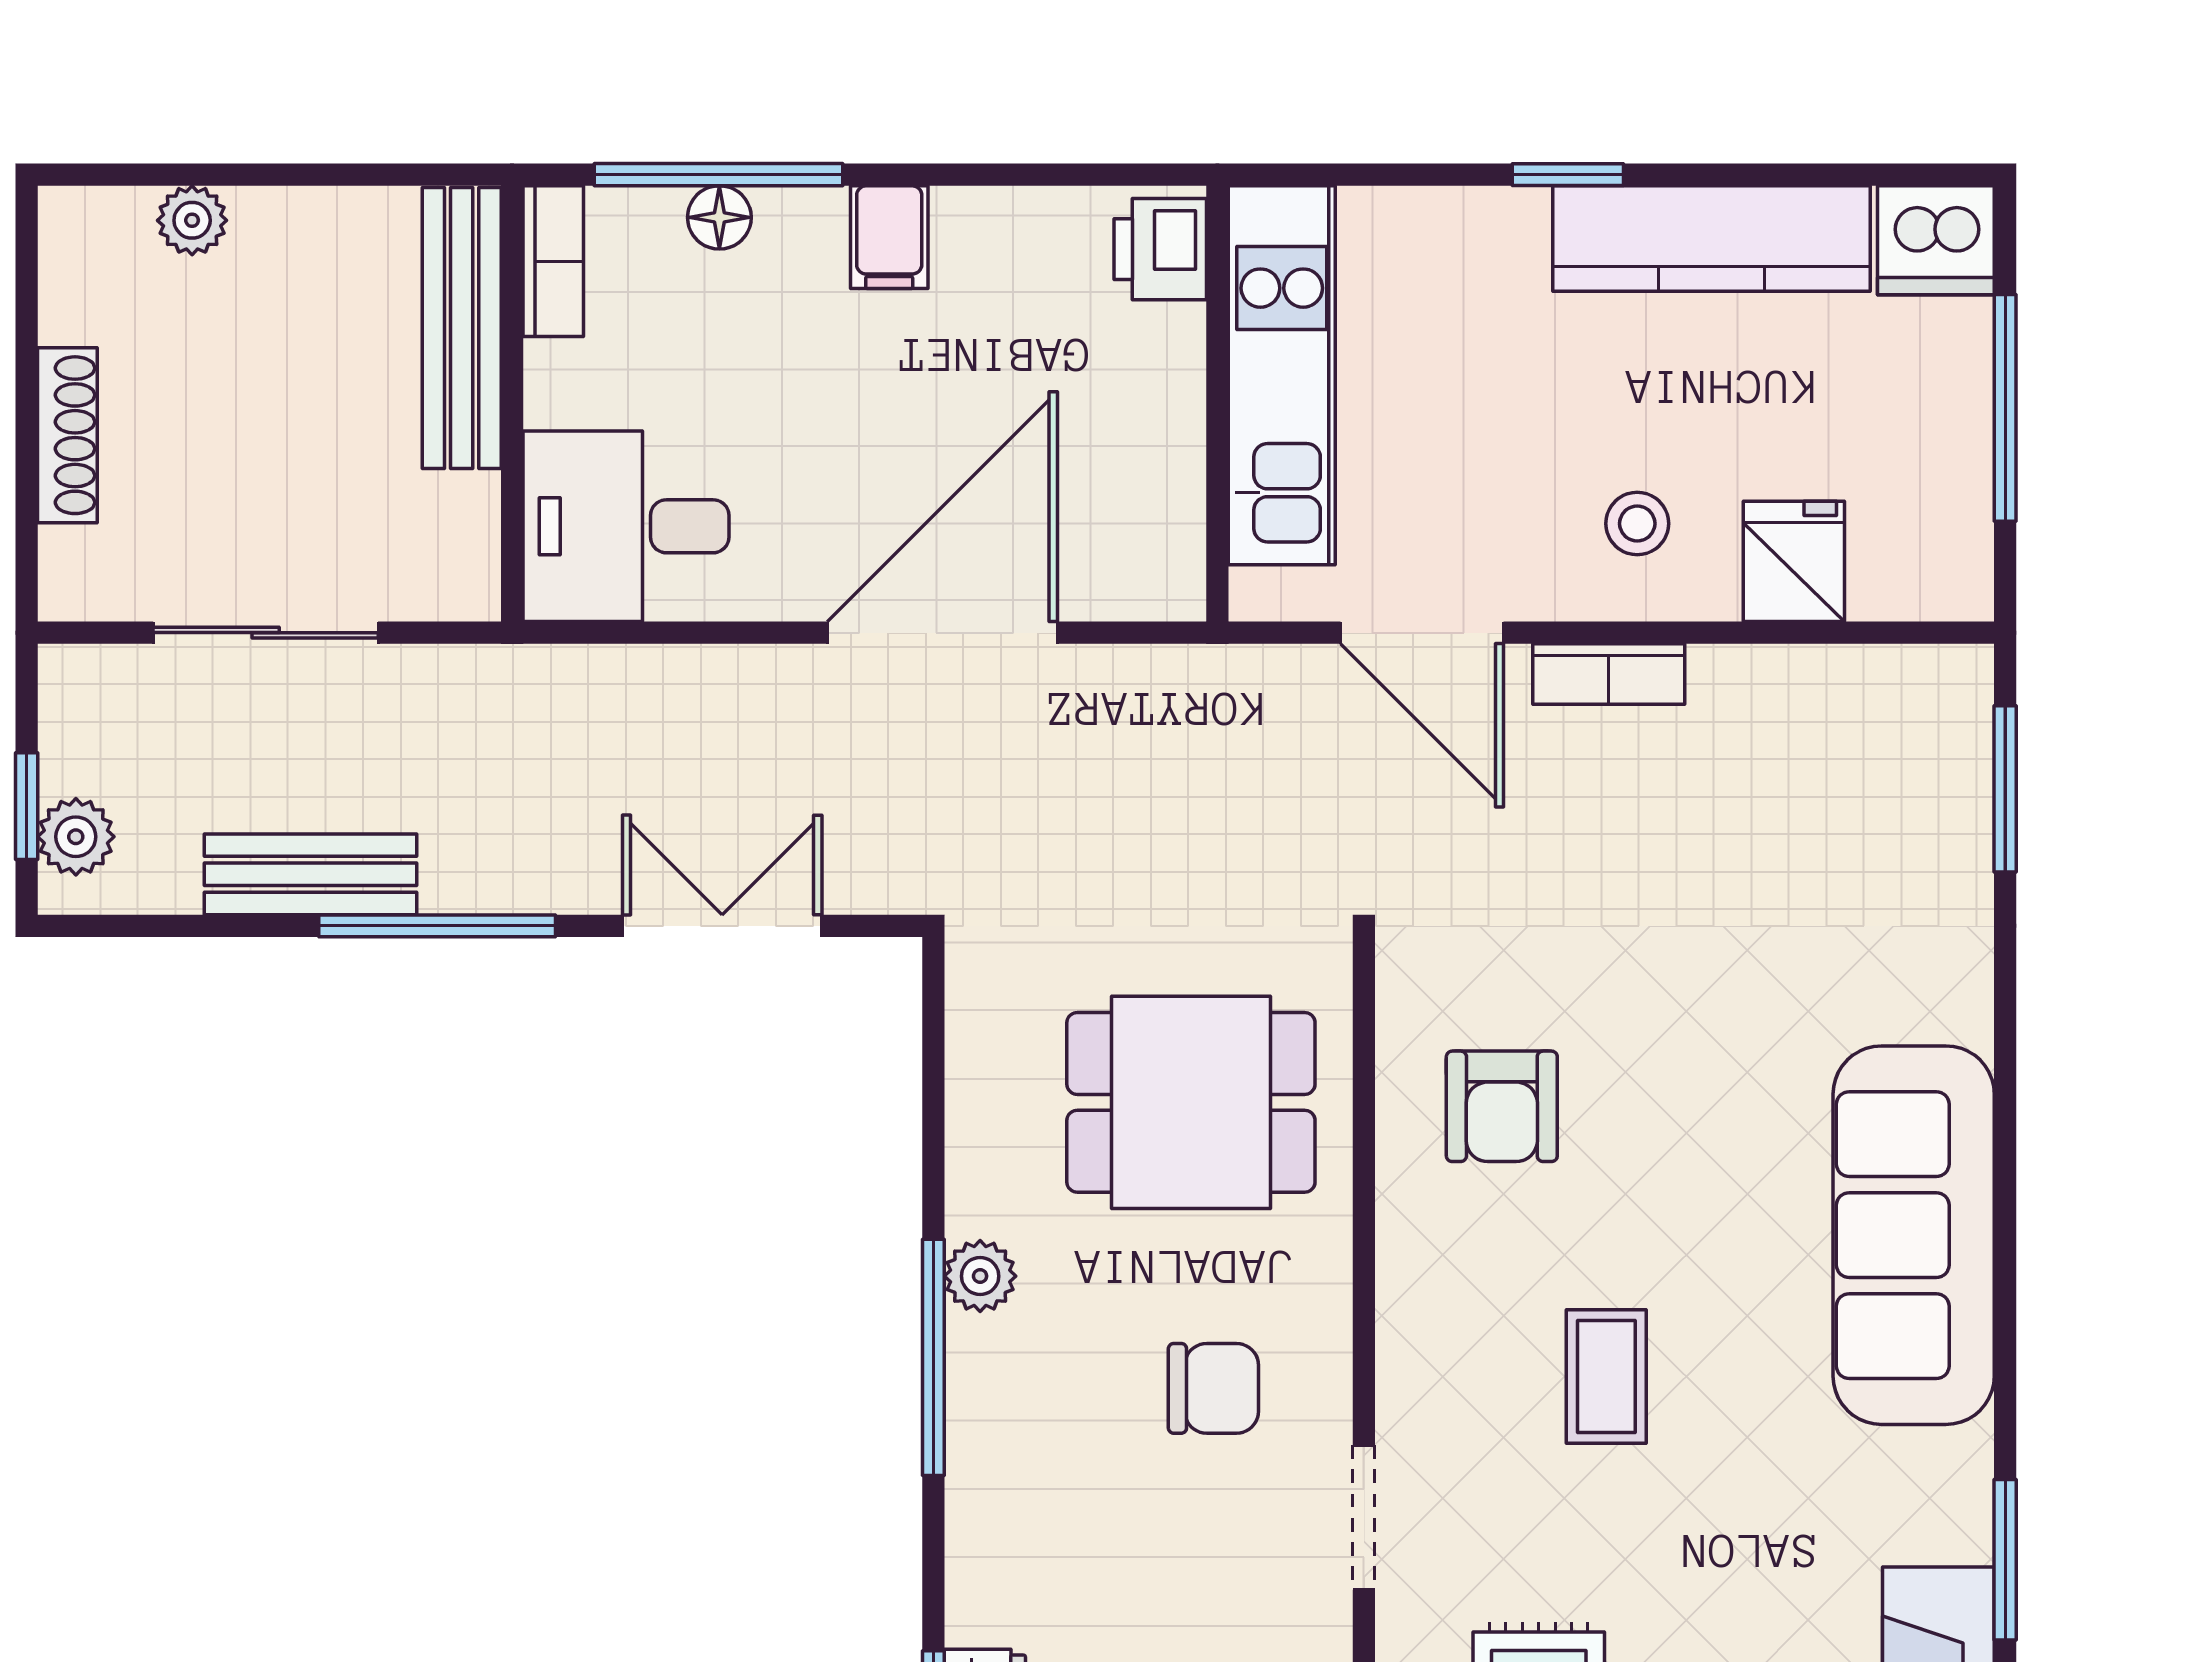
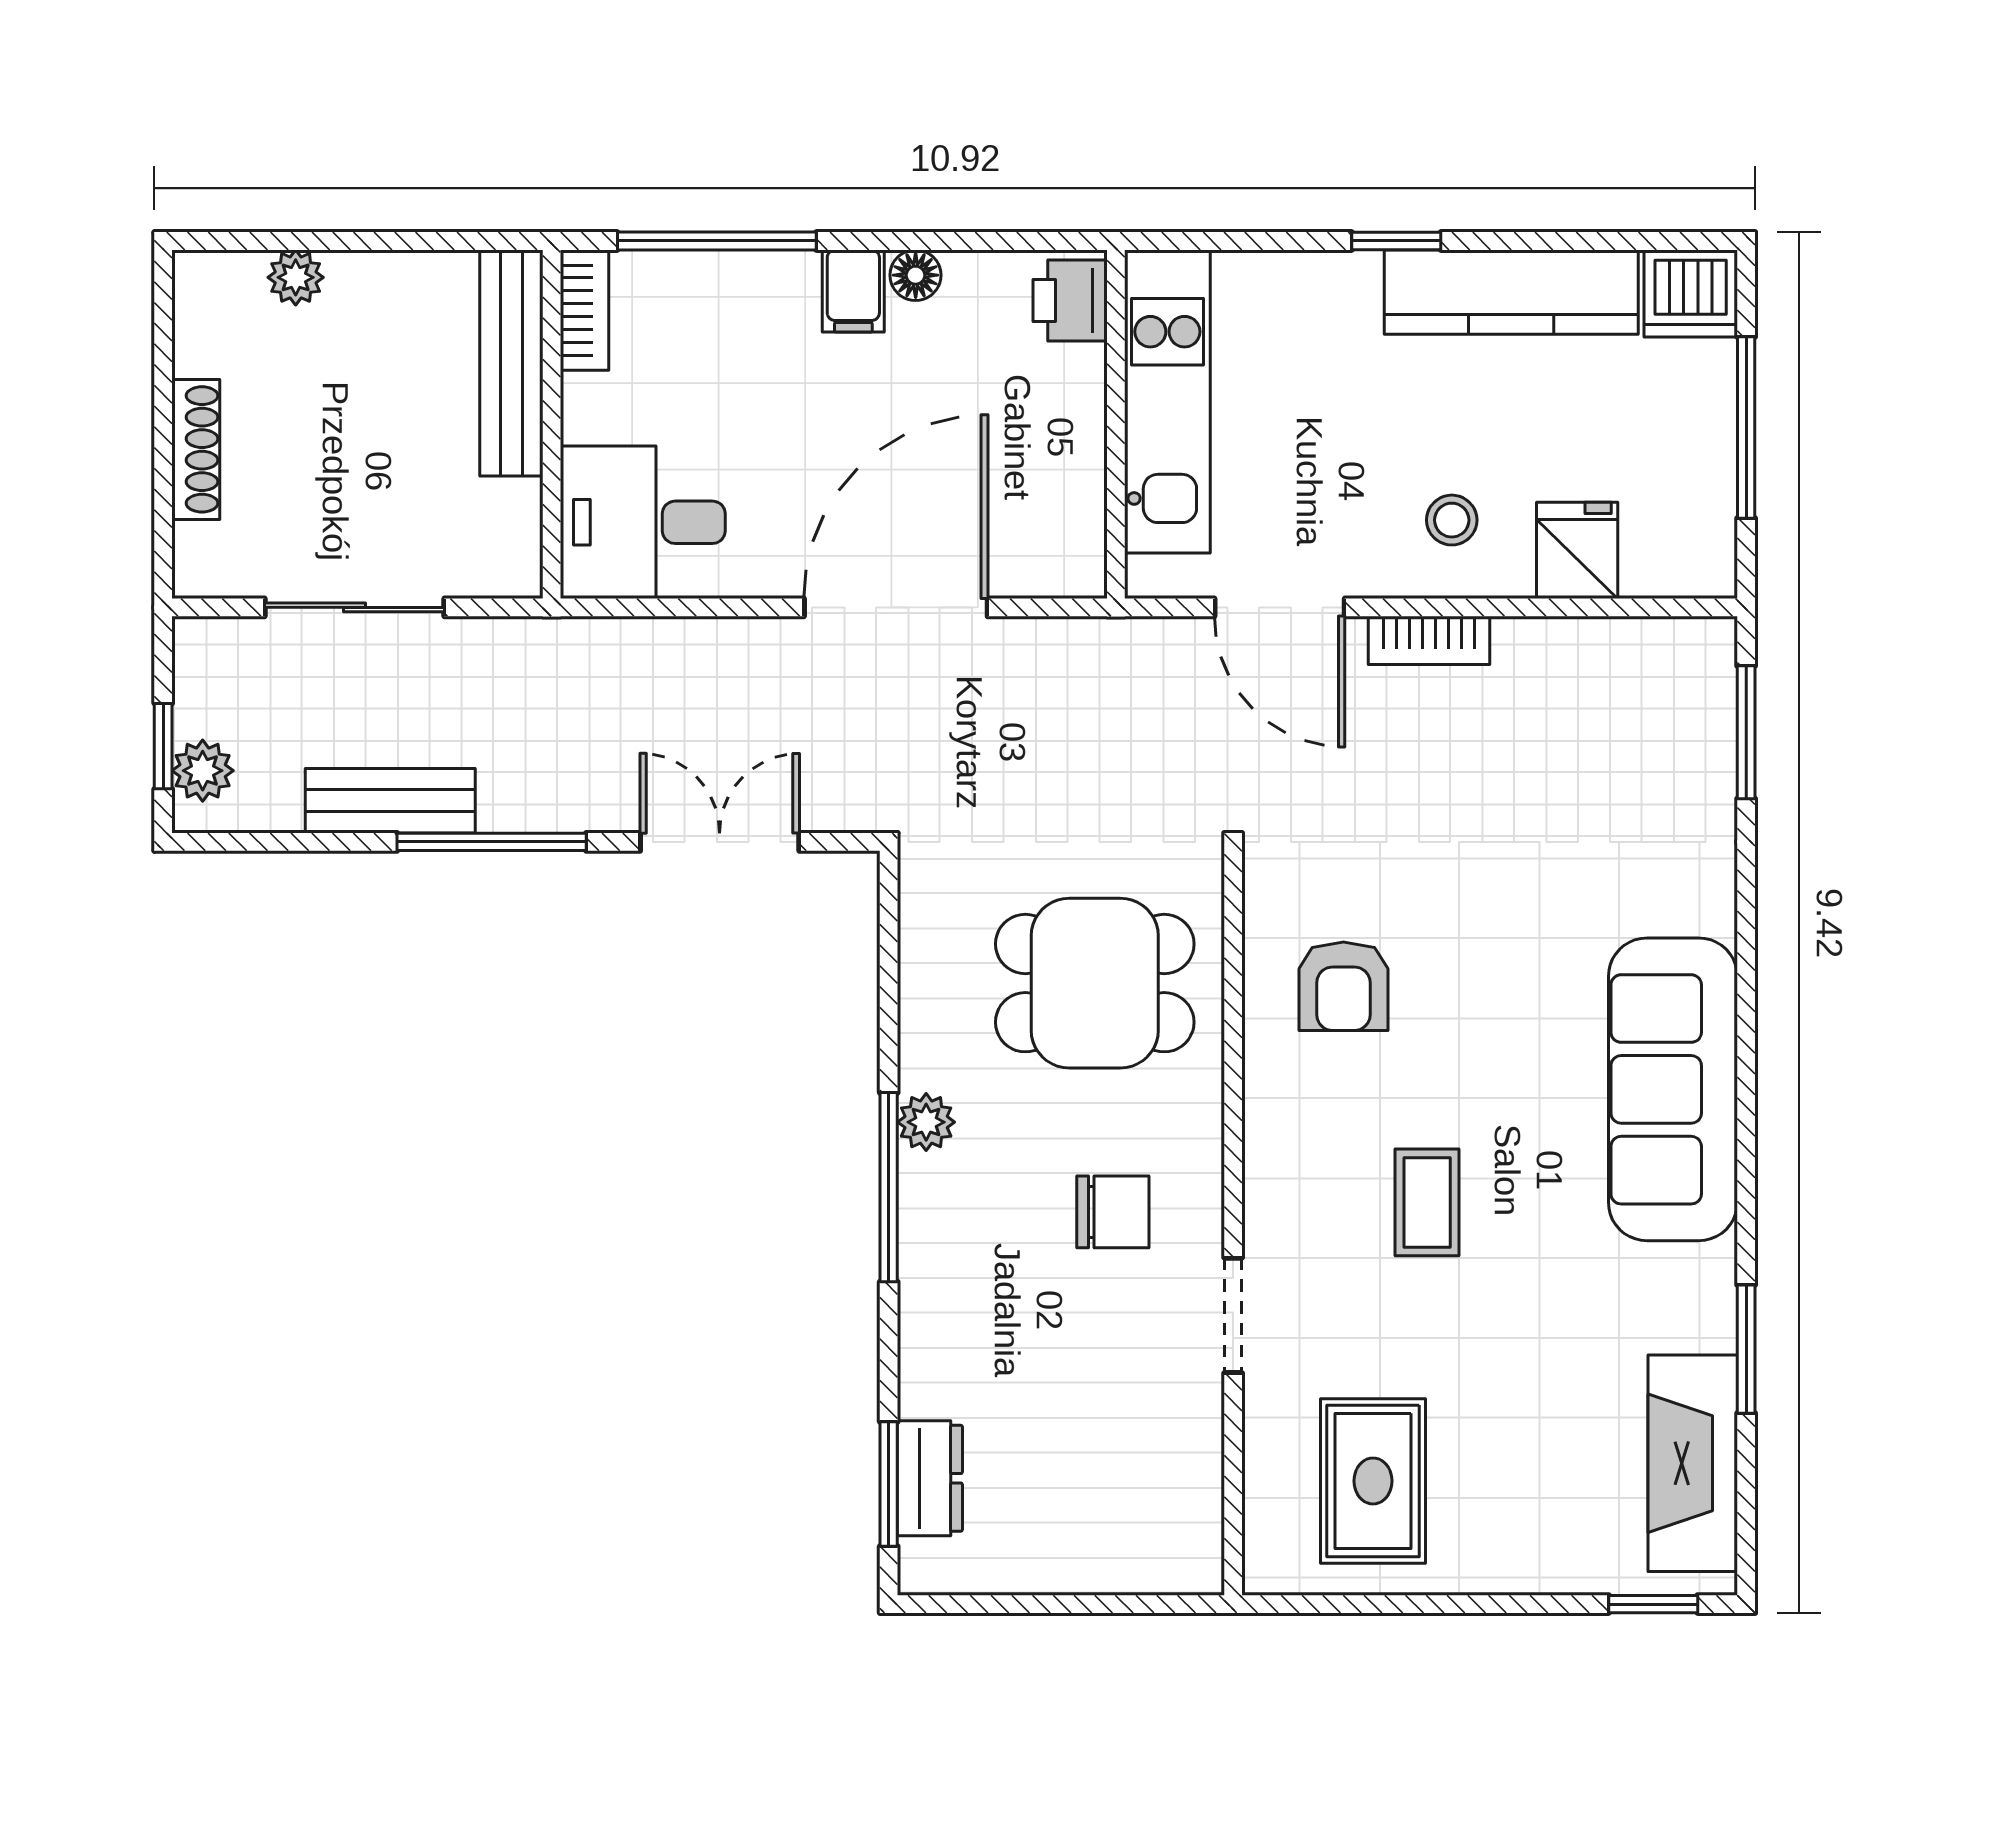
floor lamp: (719, 217) -> (916, 275), moved

